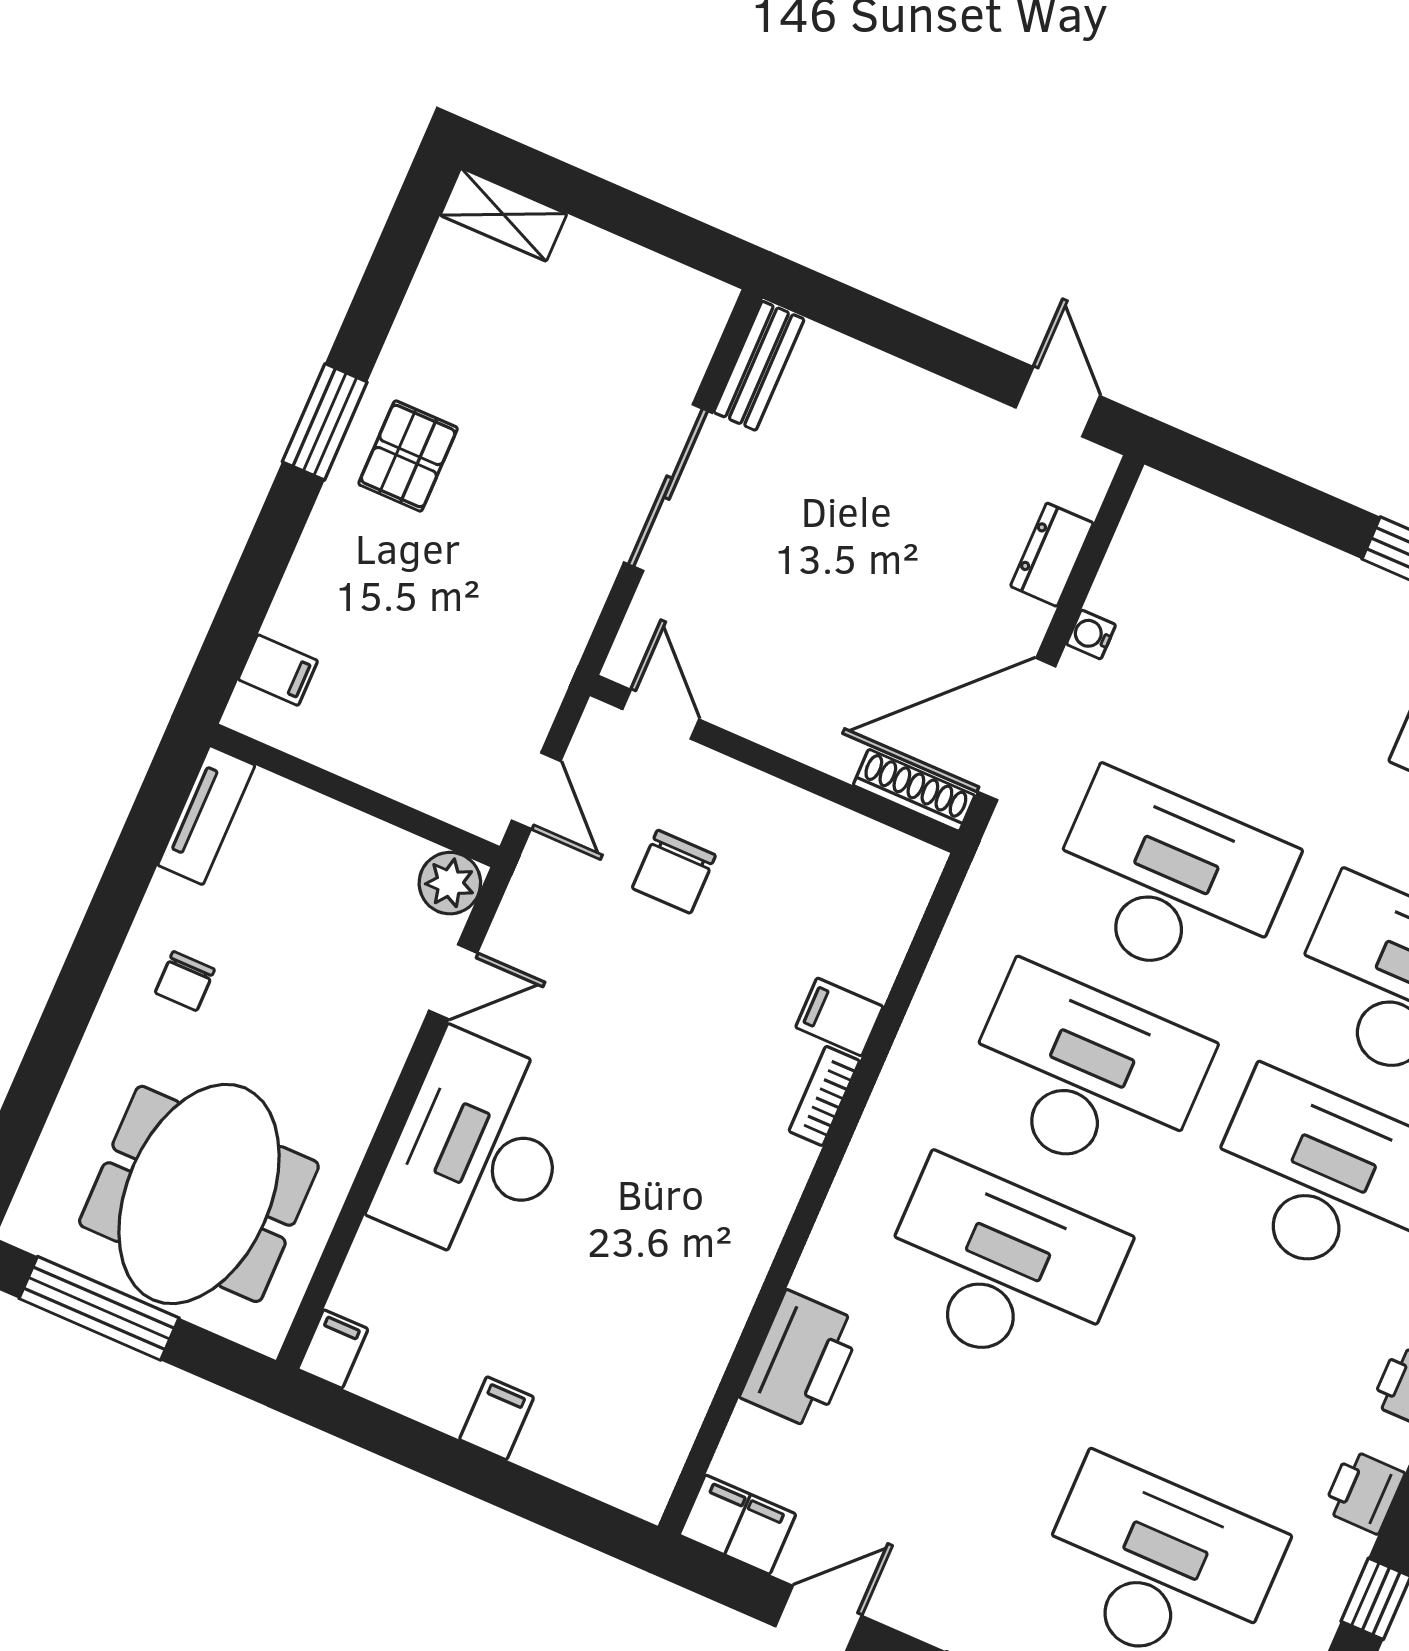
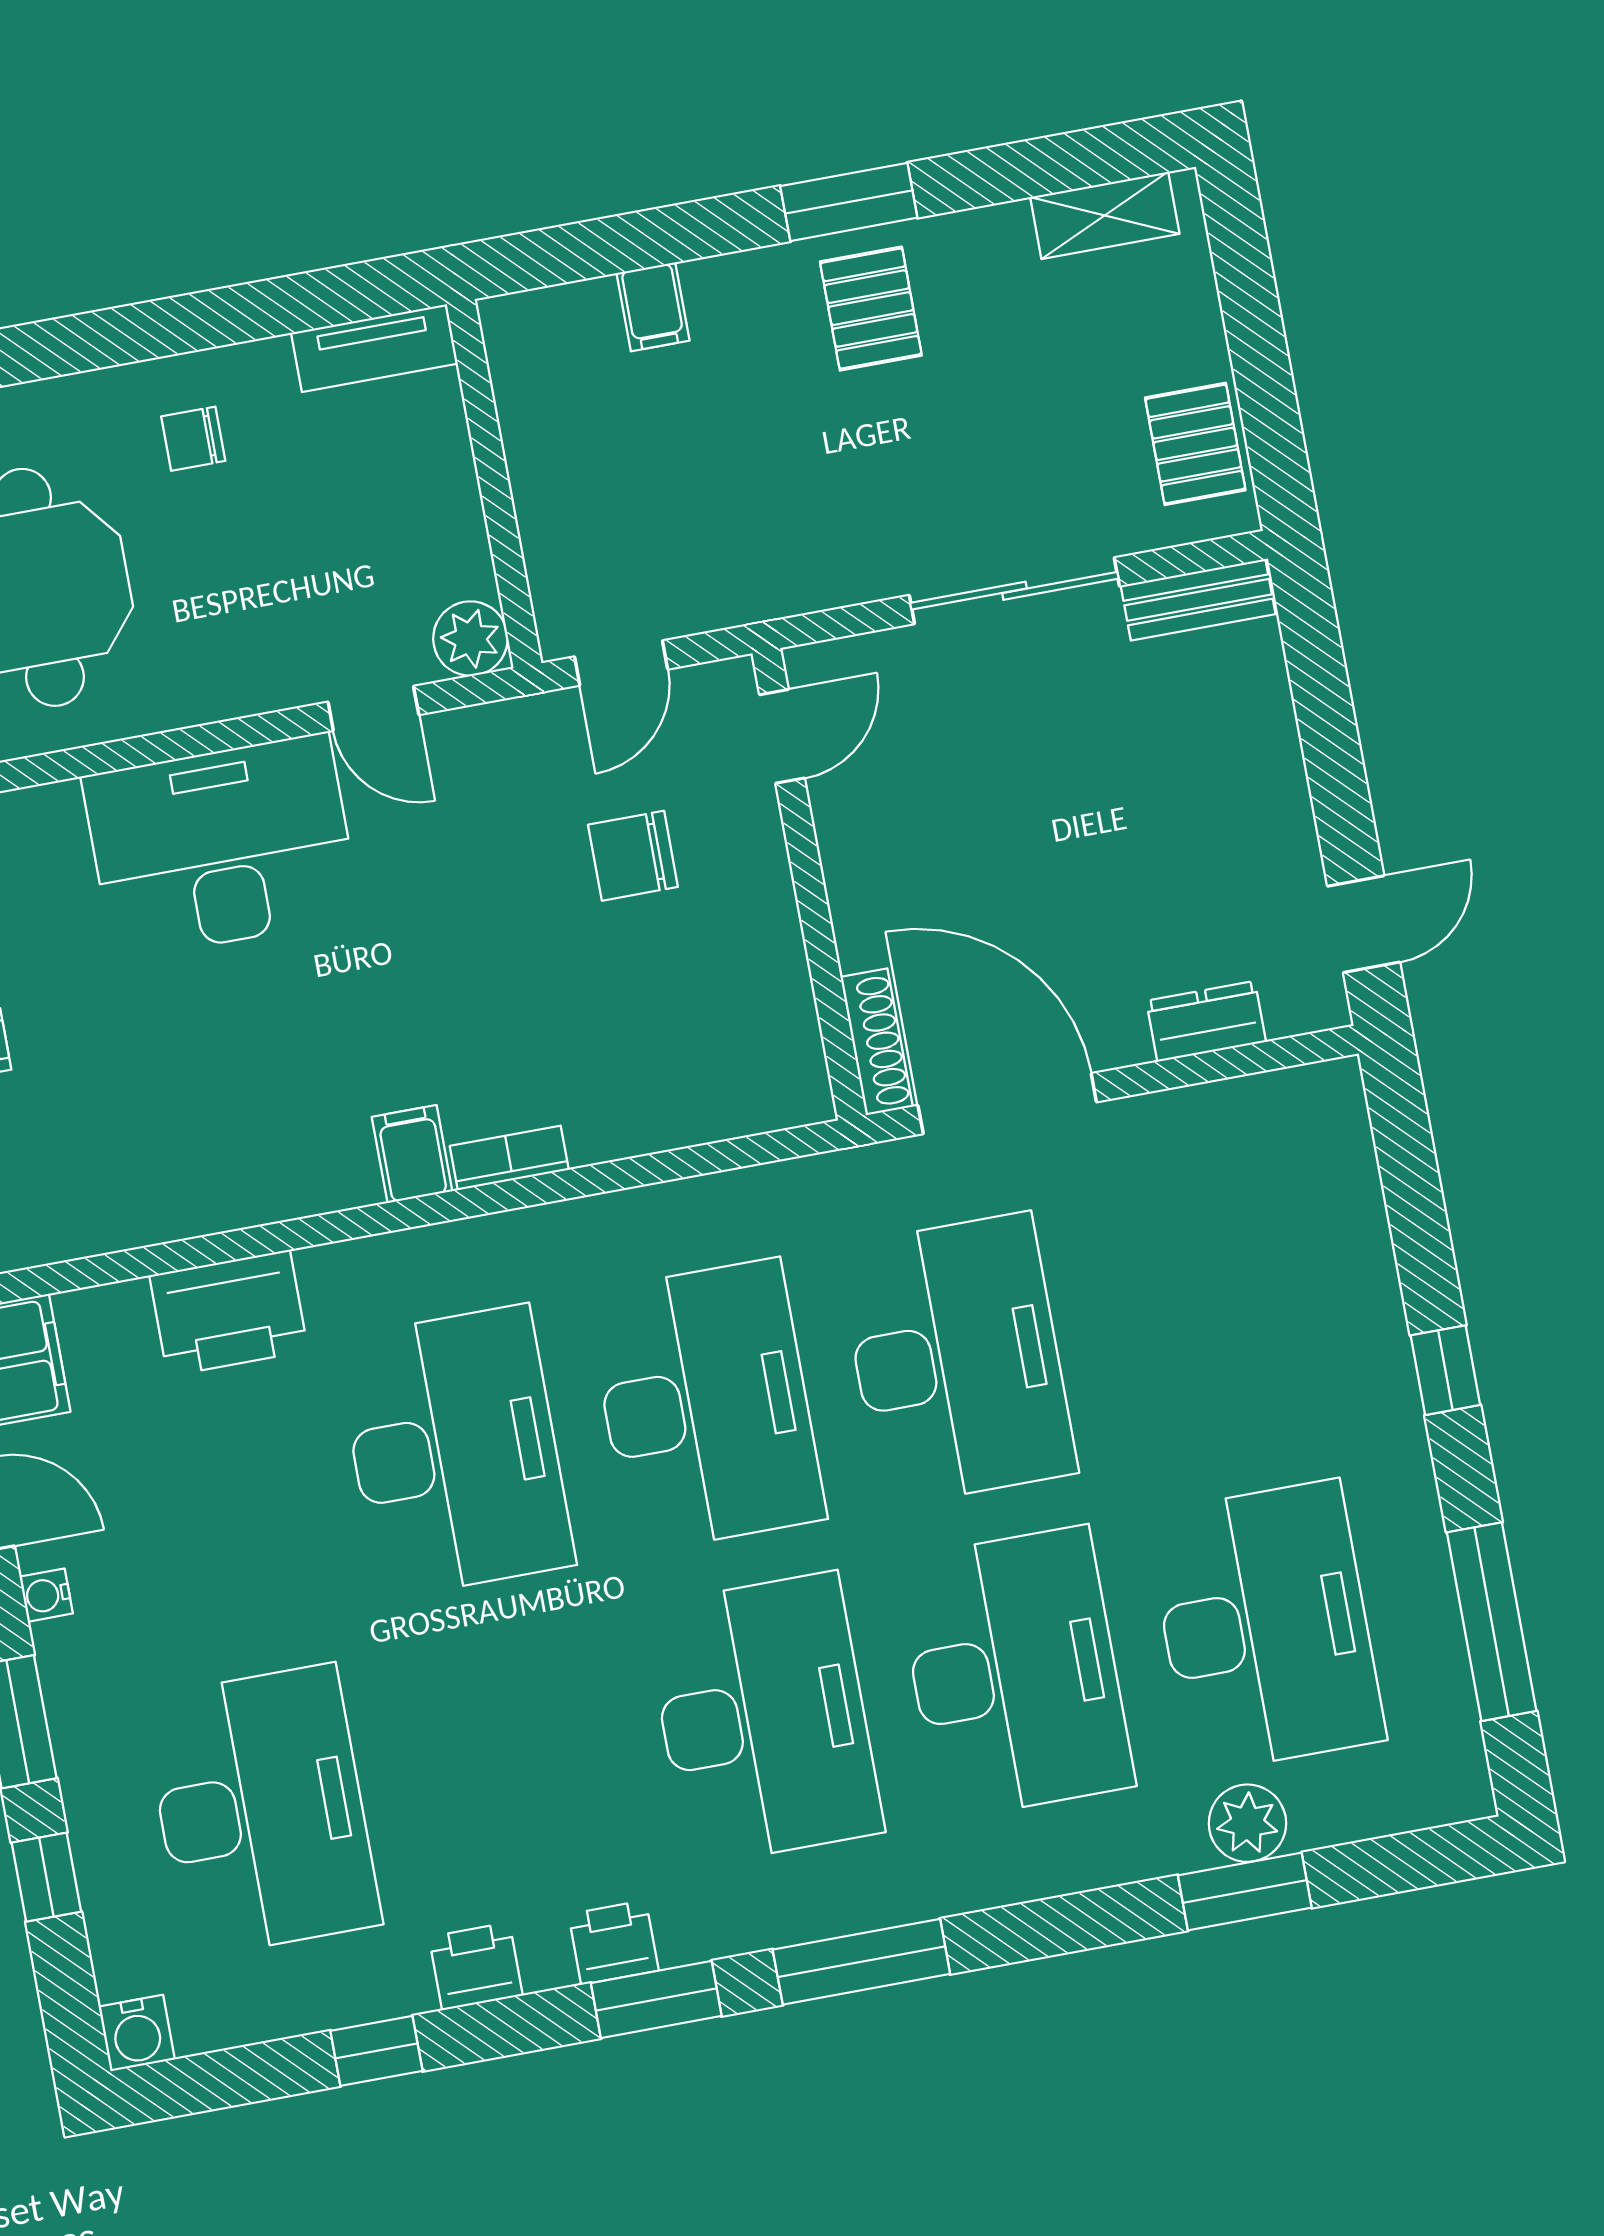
shelving: (503, 214) -> (1105, 215), moved, turned 90
pallet: (651, 296) -> (1195, 444), added
pallet: (408, 456) -> (871, 309), turned 90
water cooler: (1091, 635) -> (46, 1595), moved, turned -90
filing cabinet: (278, 670) -> (653, 307), moved
filing cabinet: (839, 1017) -> (412, 1154), moved

